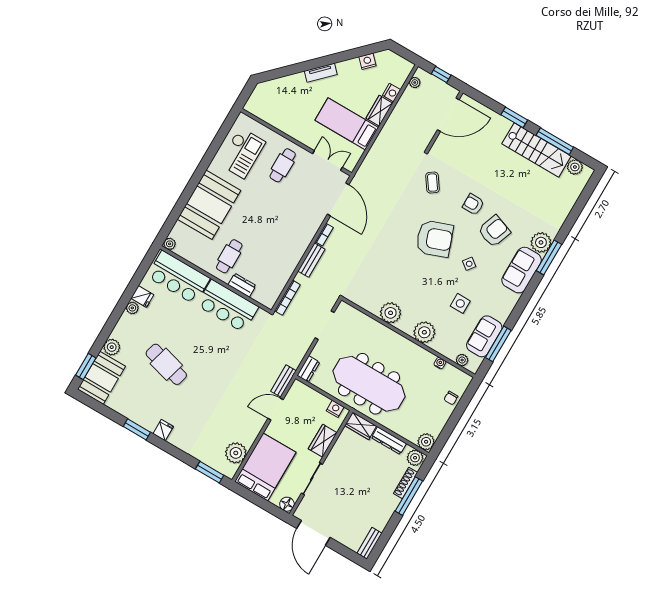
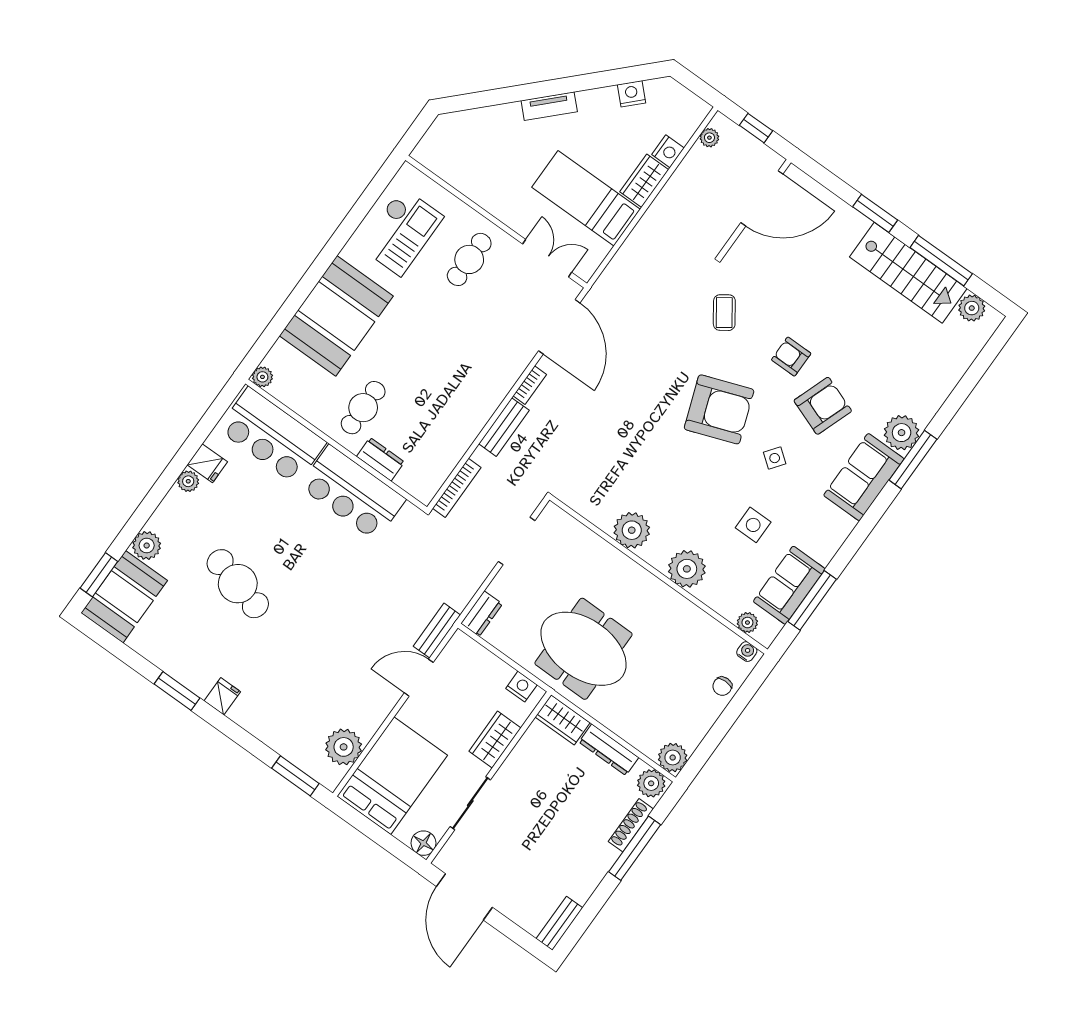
water cooler: (440, 363) -> (747, 652), moved
meeting table: (369, 384) -> (583, 649), width x0.73

